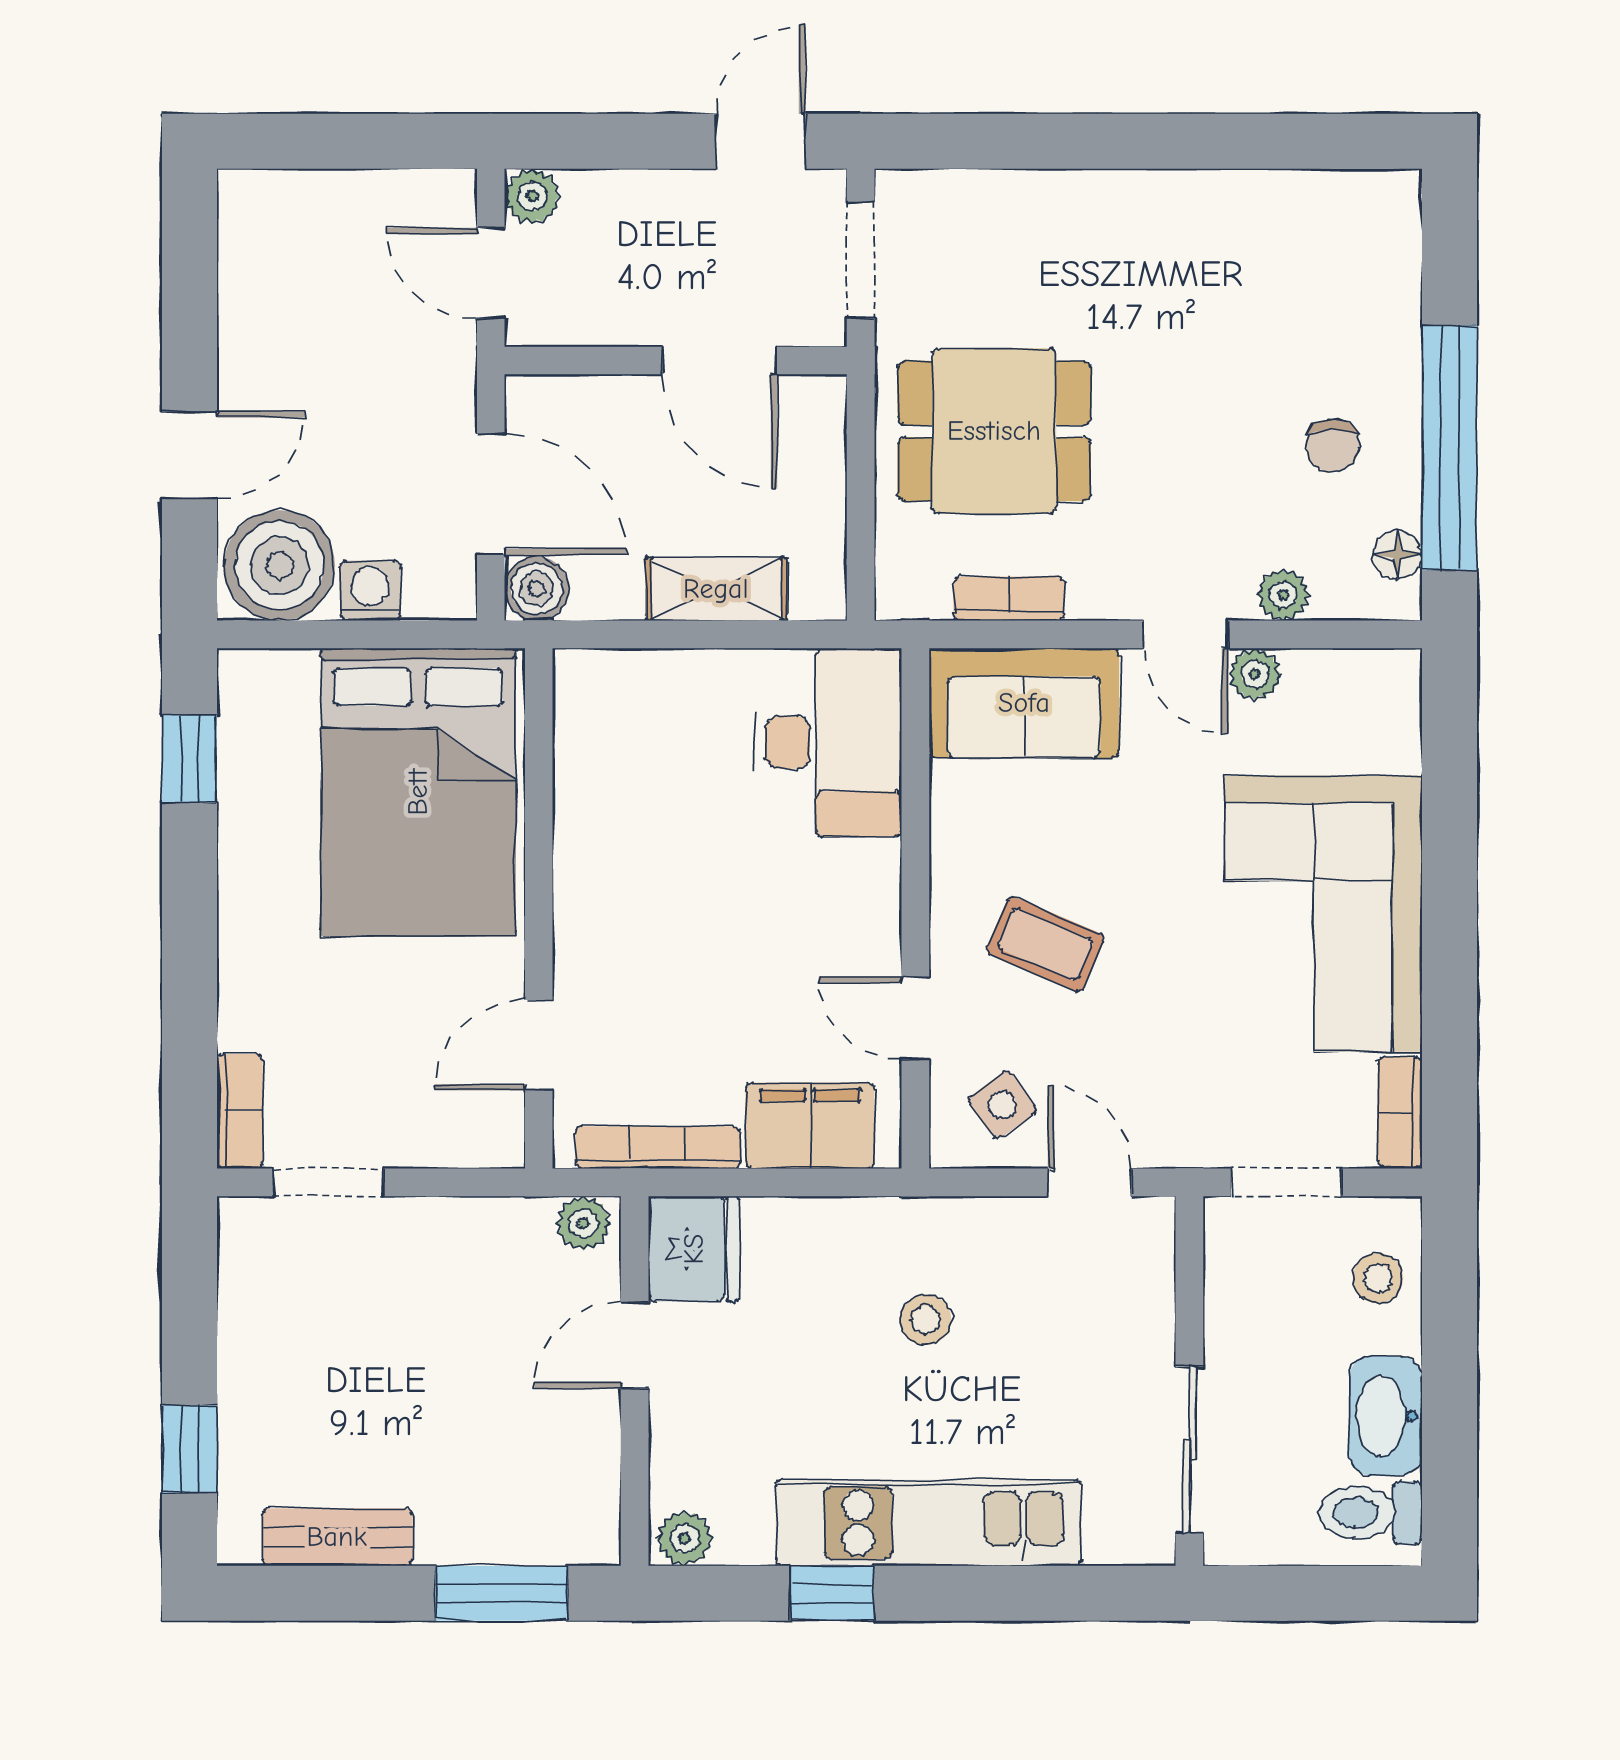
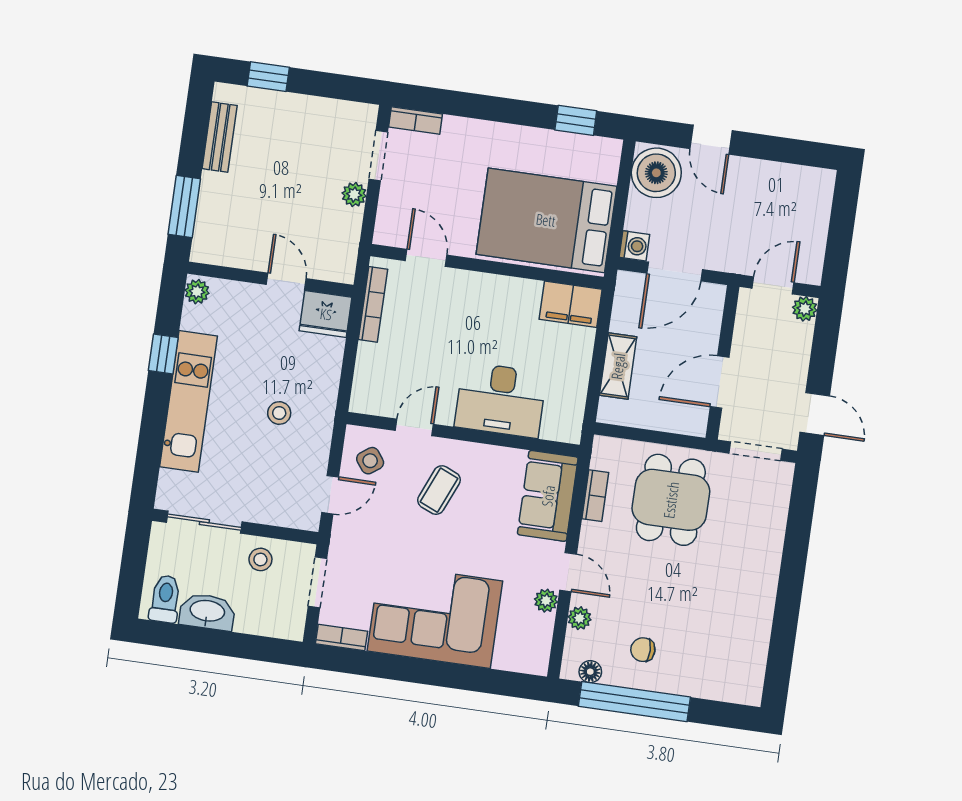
boiler: (537, 589) -> (630, 286), removed
washing machine: (370, 591) -> (634, 246), moved
door: (1186, 634) -> (568, 572), swing flipped
desk: (828, 742) -> (501, 400), moved
filing cabinet: (810, 1126) -> (571, 304), moved, turned 90
plant: (583, 1223) -> (354, 195), moved
stool: (1378, 1278) -> (260, 559), moved

